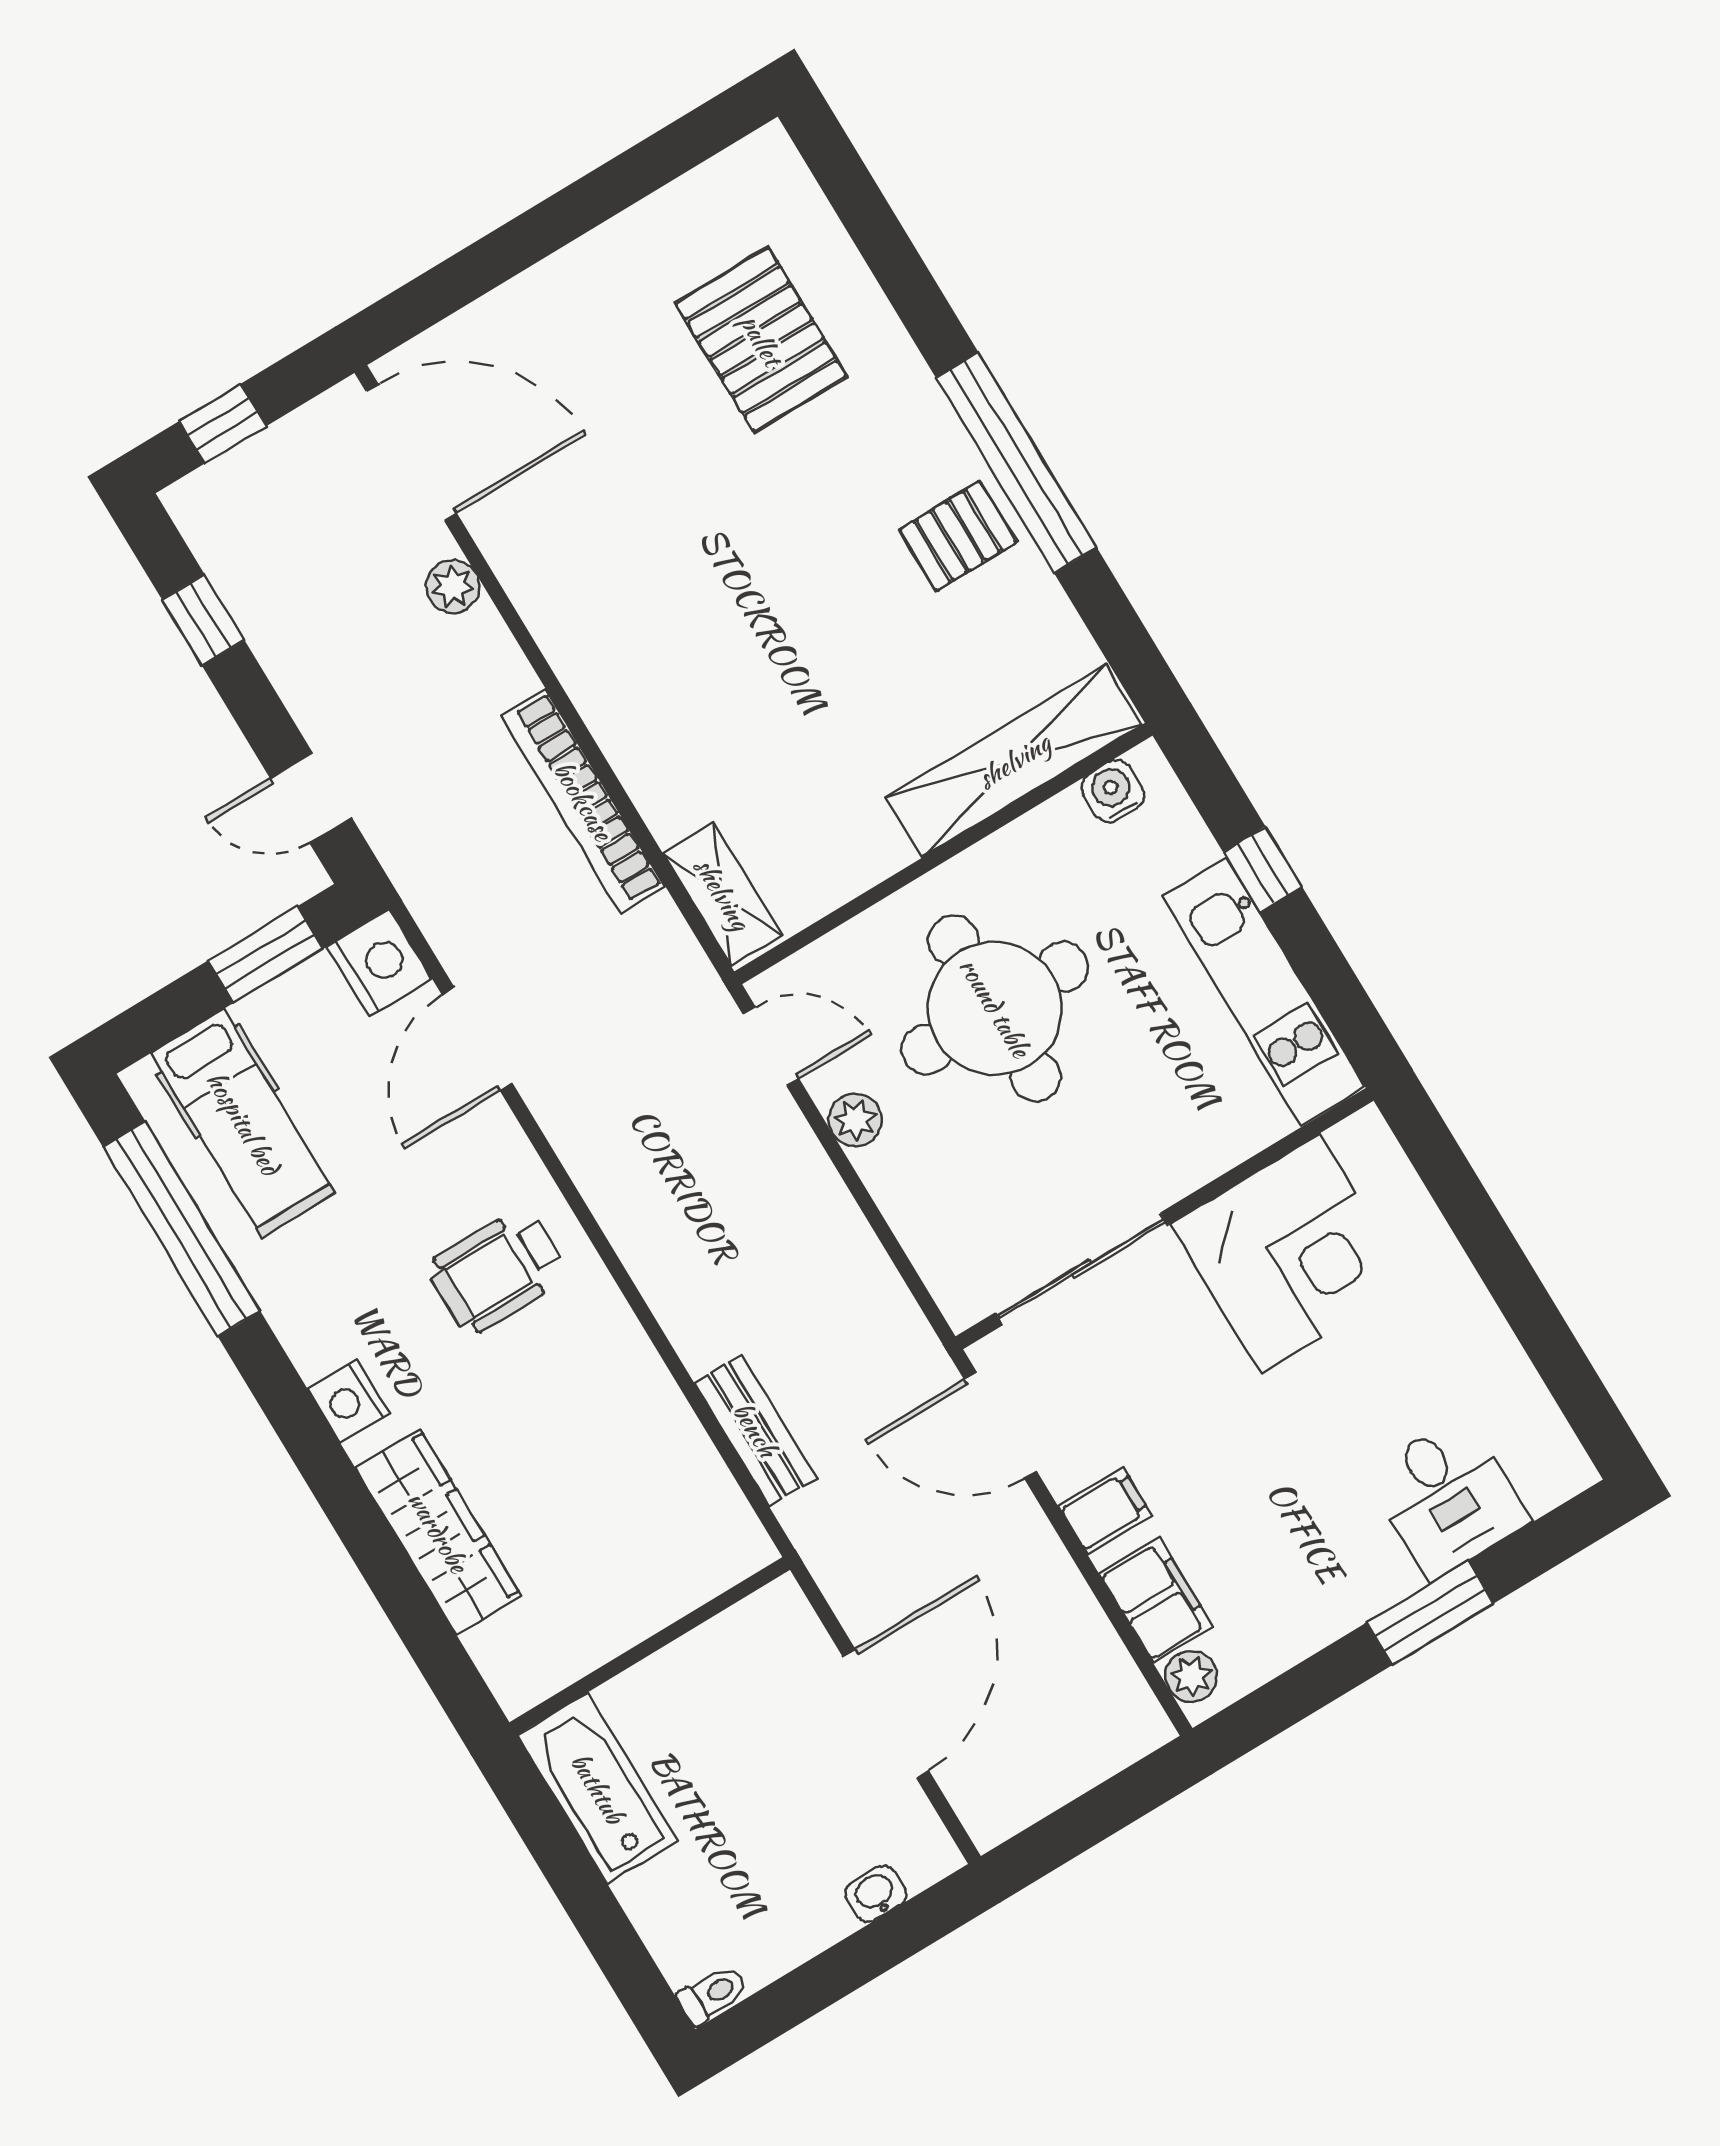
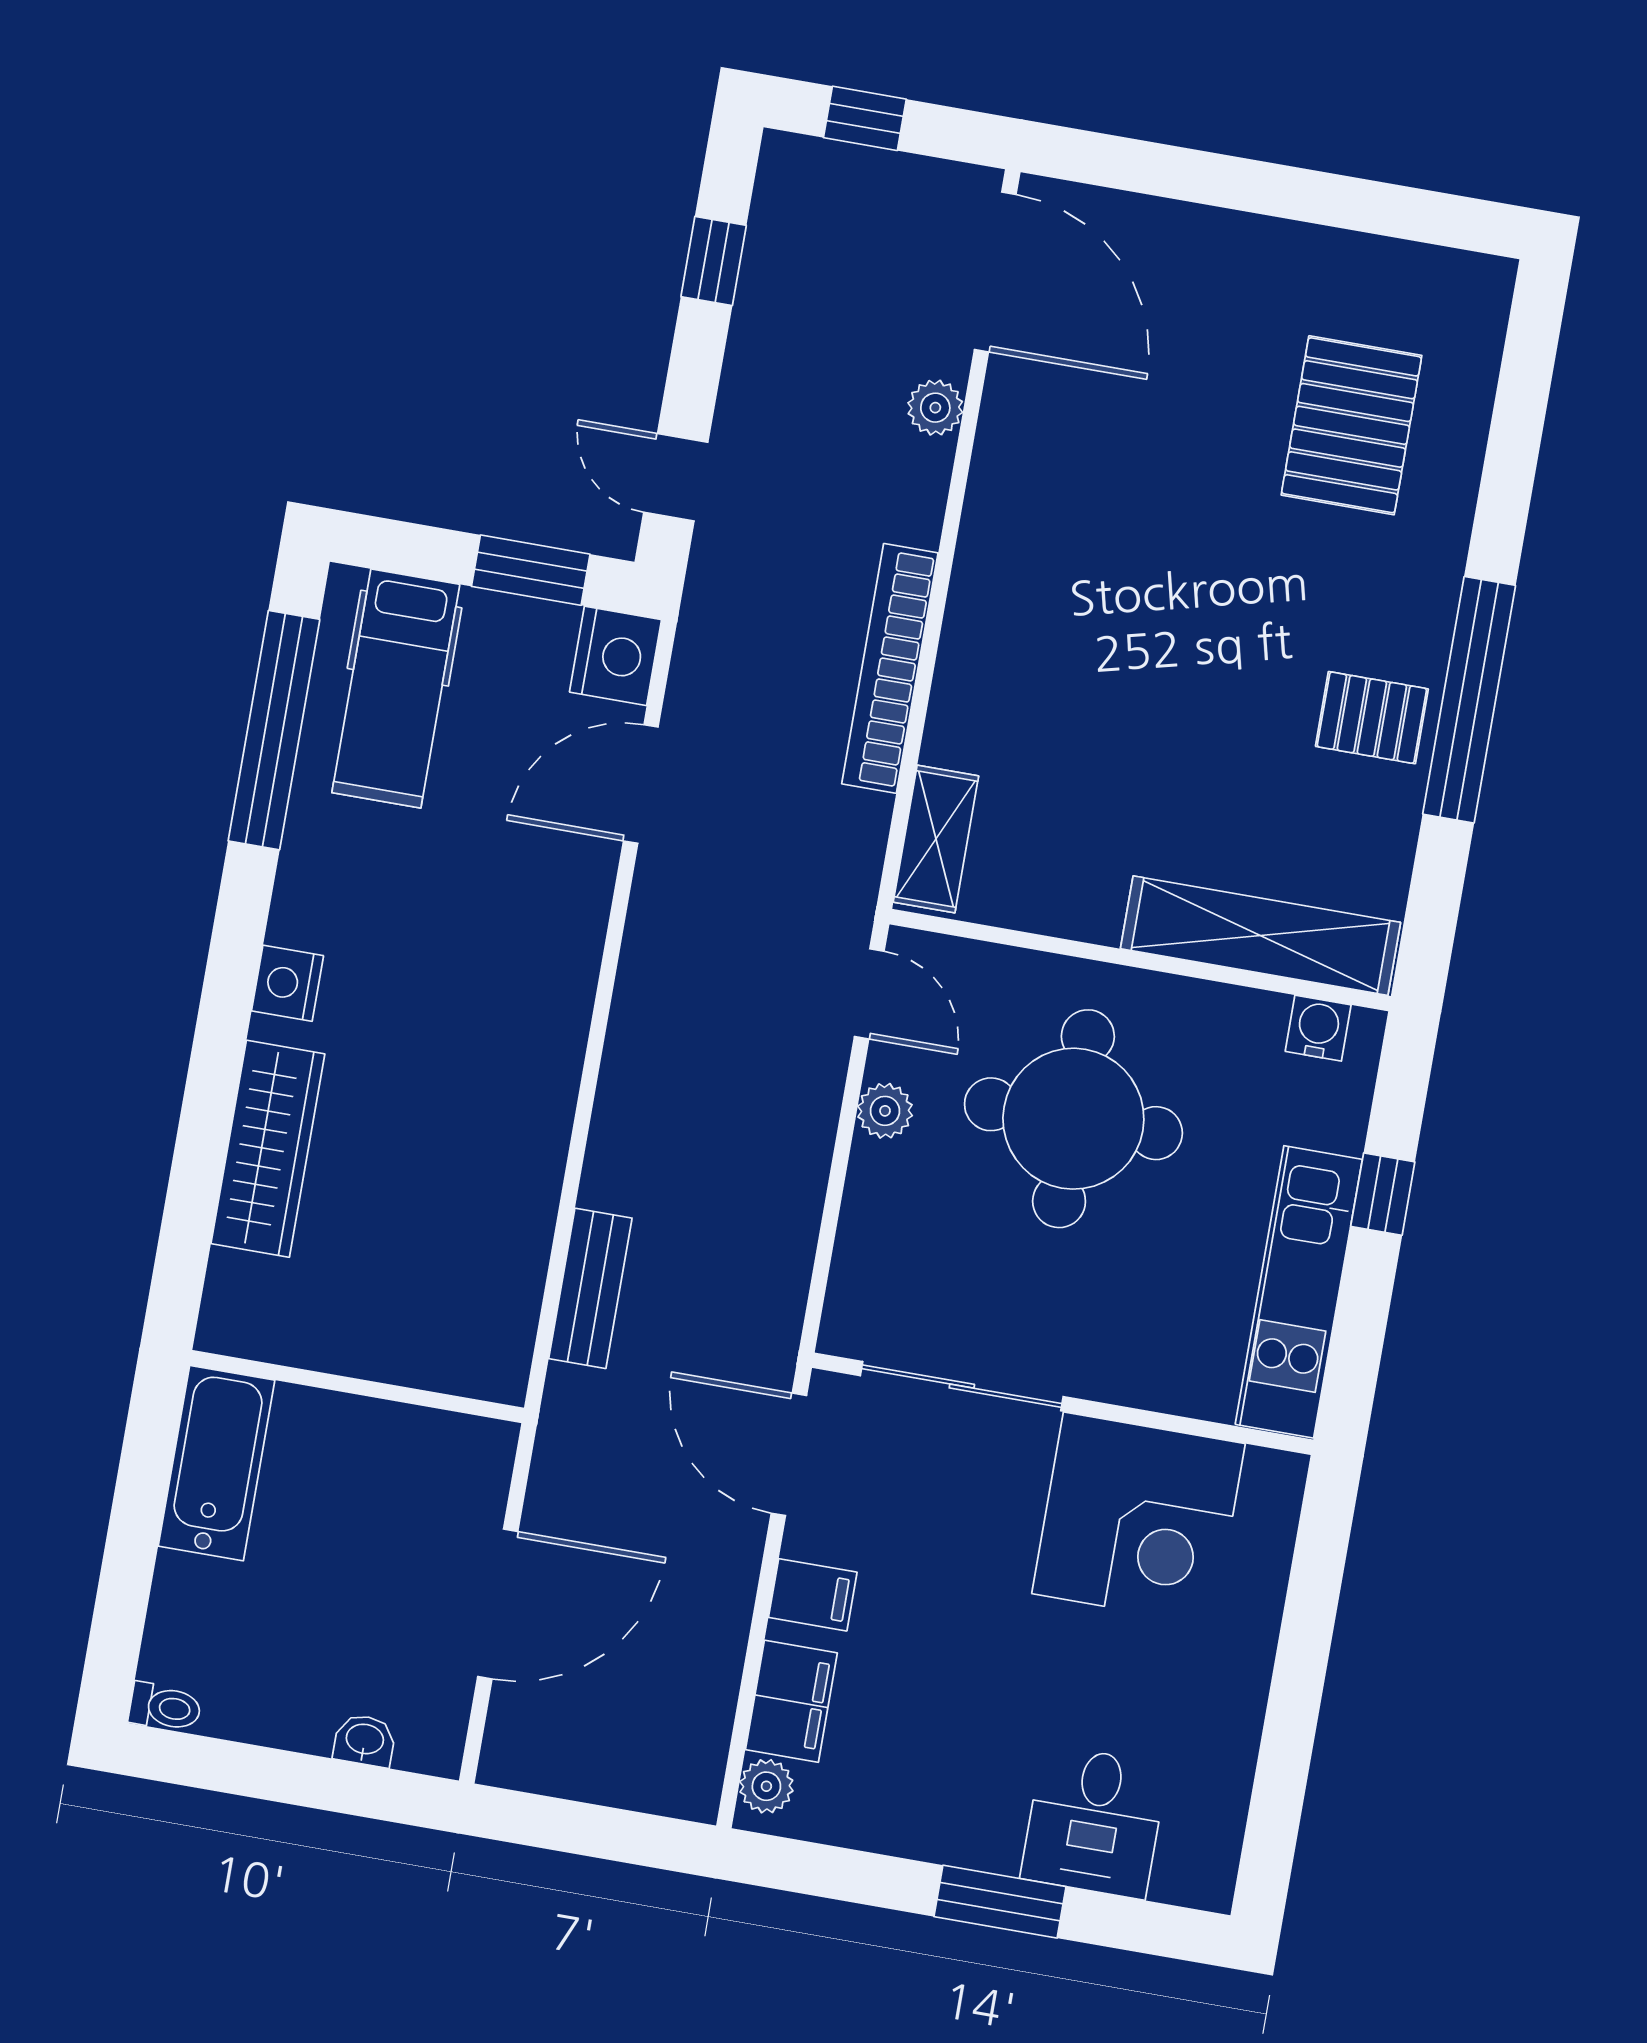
wheelchair: (497, 1271) -> (496, 983), removed

